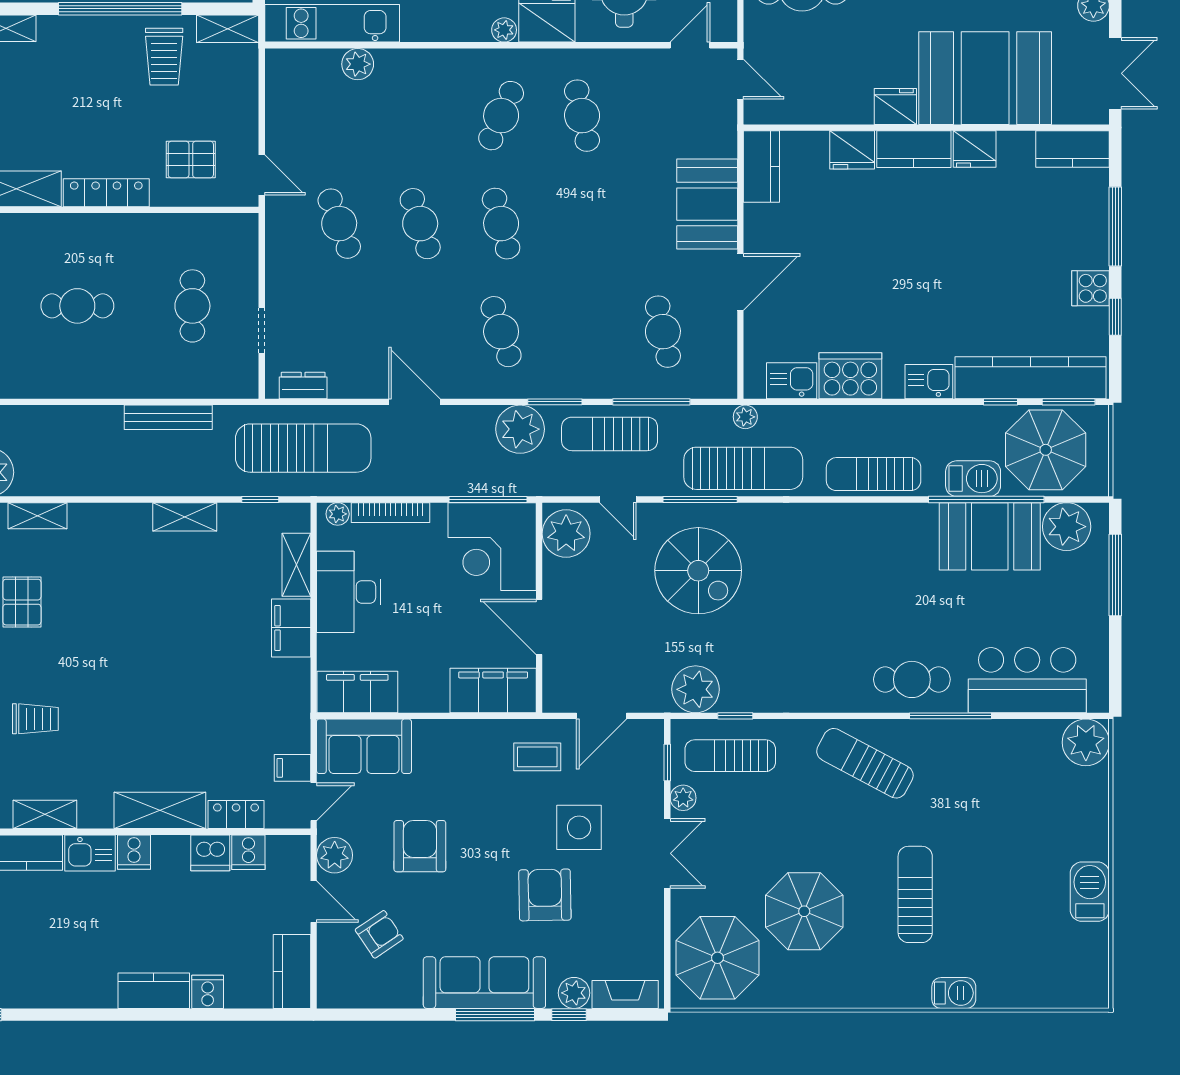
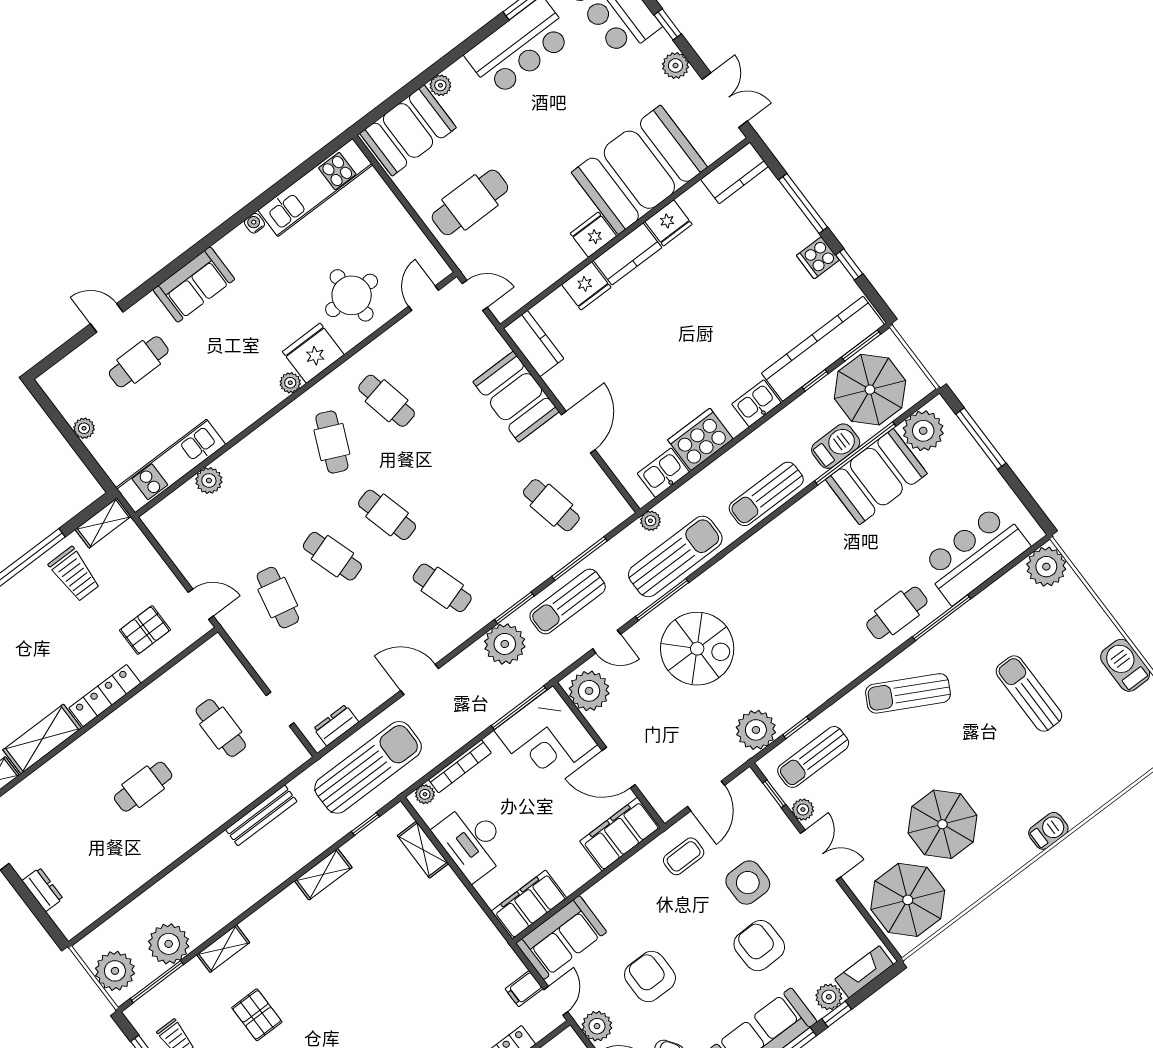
cafe table: (339, 224) -> (278, 598), turned 33
filing cabinet: (291, 628) -> (452, 895), removed
sun lounger: (915, 894) -> (1029, 694), moved
barbecue: (954, 993) -> (1048, 831), moved

